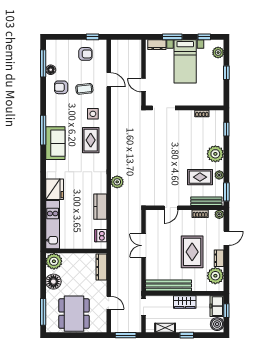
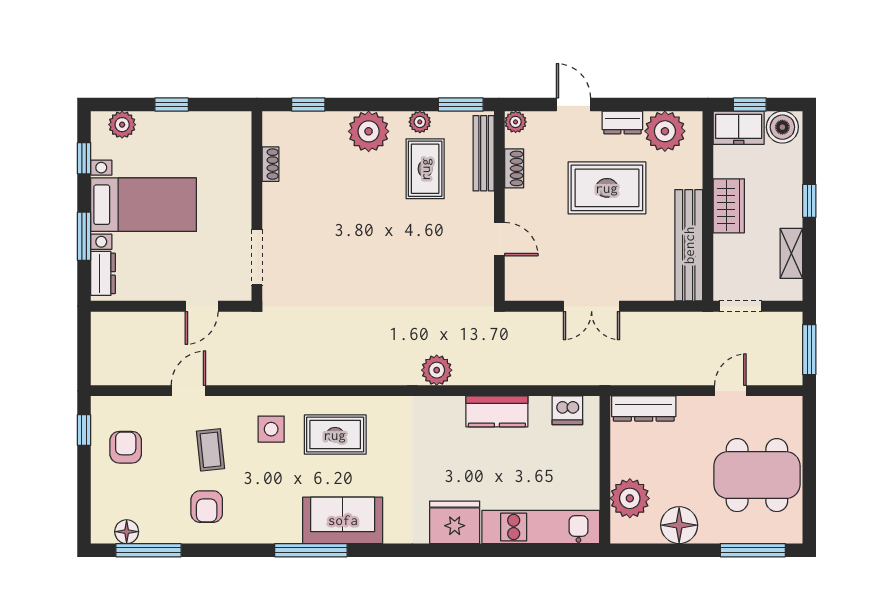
floor lamp: (51, 70) -> (127, 532), moved
plant: (54, 261) -> (630, 498), moved

